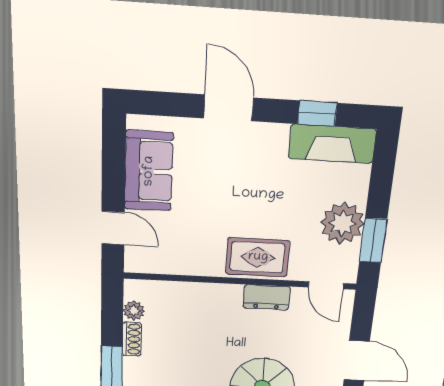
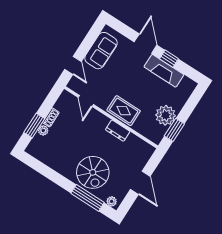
window: (317, 113) -> (169, 59), moved
fireplace: (332, 144) -> (164, 71), moved
door: (326, 285) -> (86, 101), moved
plant: (134, 311) -> (43, 130), moved

